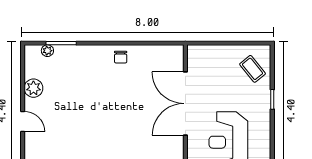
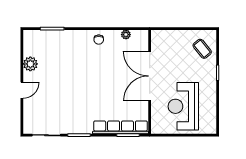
plant: (47, 51) -> (126, 35), moved
door: (23, 121) -> (22, 90), hinge flipped

